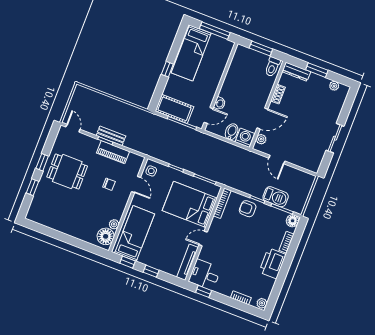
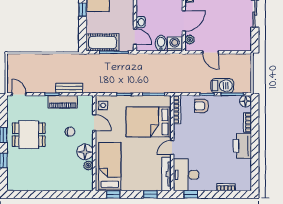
door: (209, 115) -> (135, 37), hinge flipped
bench: (111, 136) -> (69, 88), moved
floor lamp: (106, 236) -> (85, 152), moved
window: (151, 271) -> (150, 194), moved
desk: (205, 275) -> (186, 175), width x1.37
plant: (262, 303) -> (247, 185), removed

